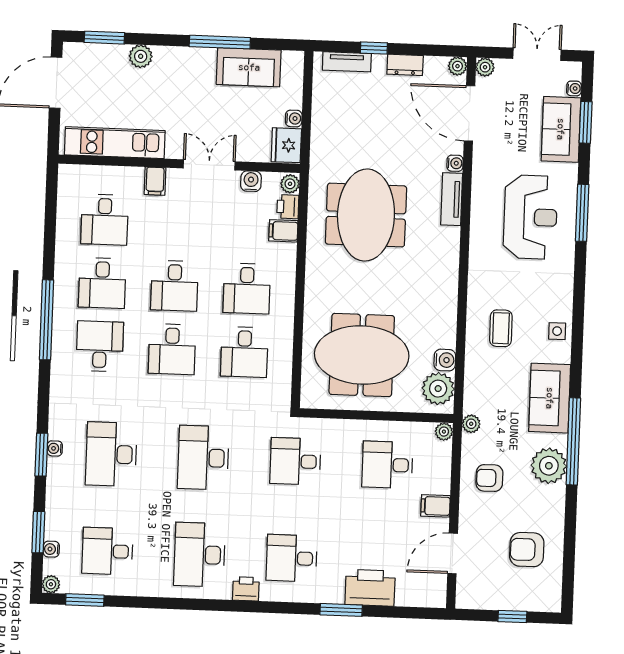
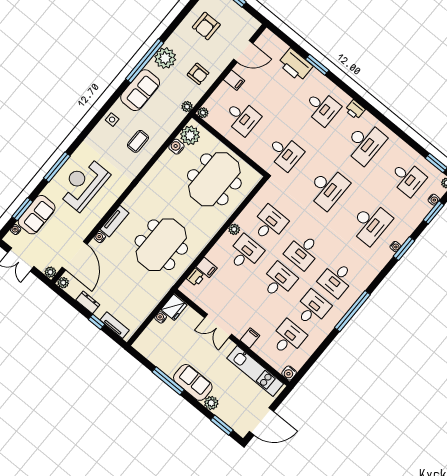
sofa: (249, 67) -> (193, 382), moved
water cooler: (251, 181) -> (289, 373), moved
plant: (290, 184) -> (234, 229), moved
desk: (172, 349) -> (303, 251), turned 180
meeting table: (362, 355) -> (214, 179), turned 90
armchair: (527, 550) -> (206, 26), turned 90

